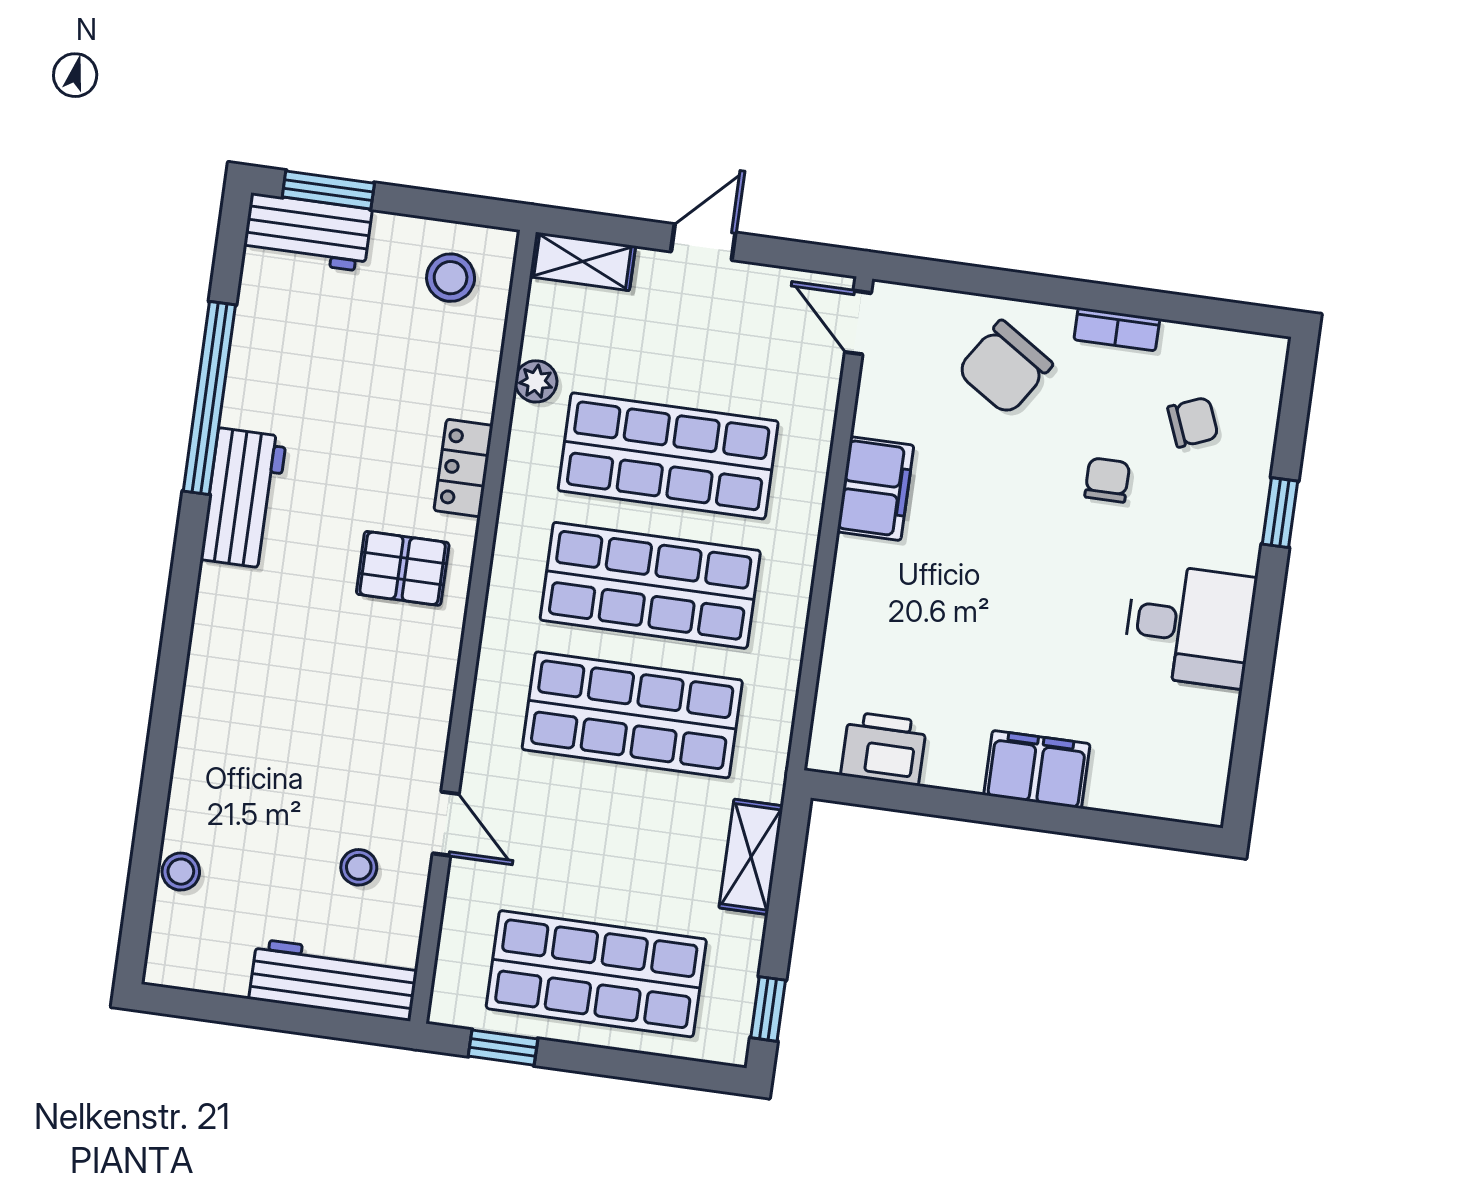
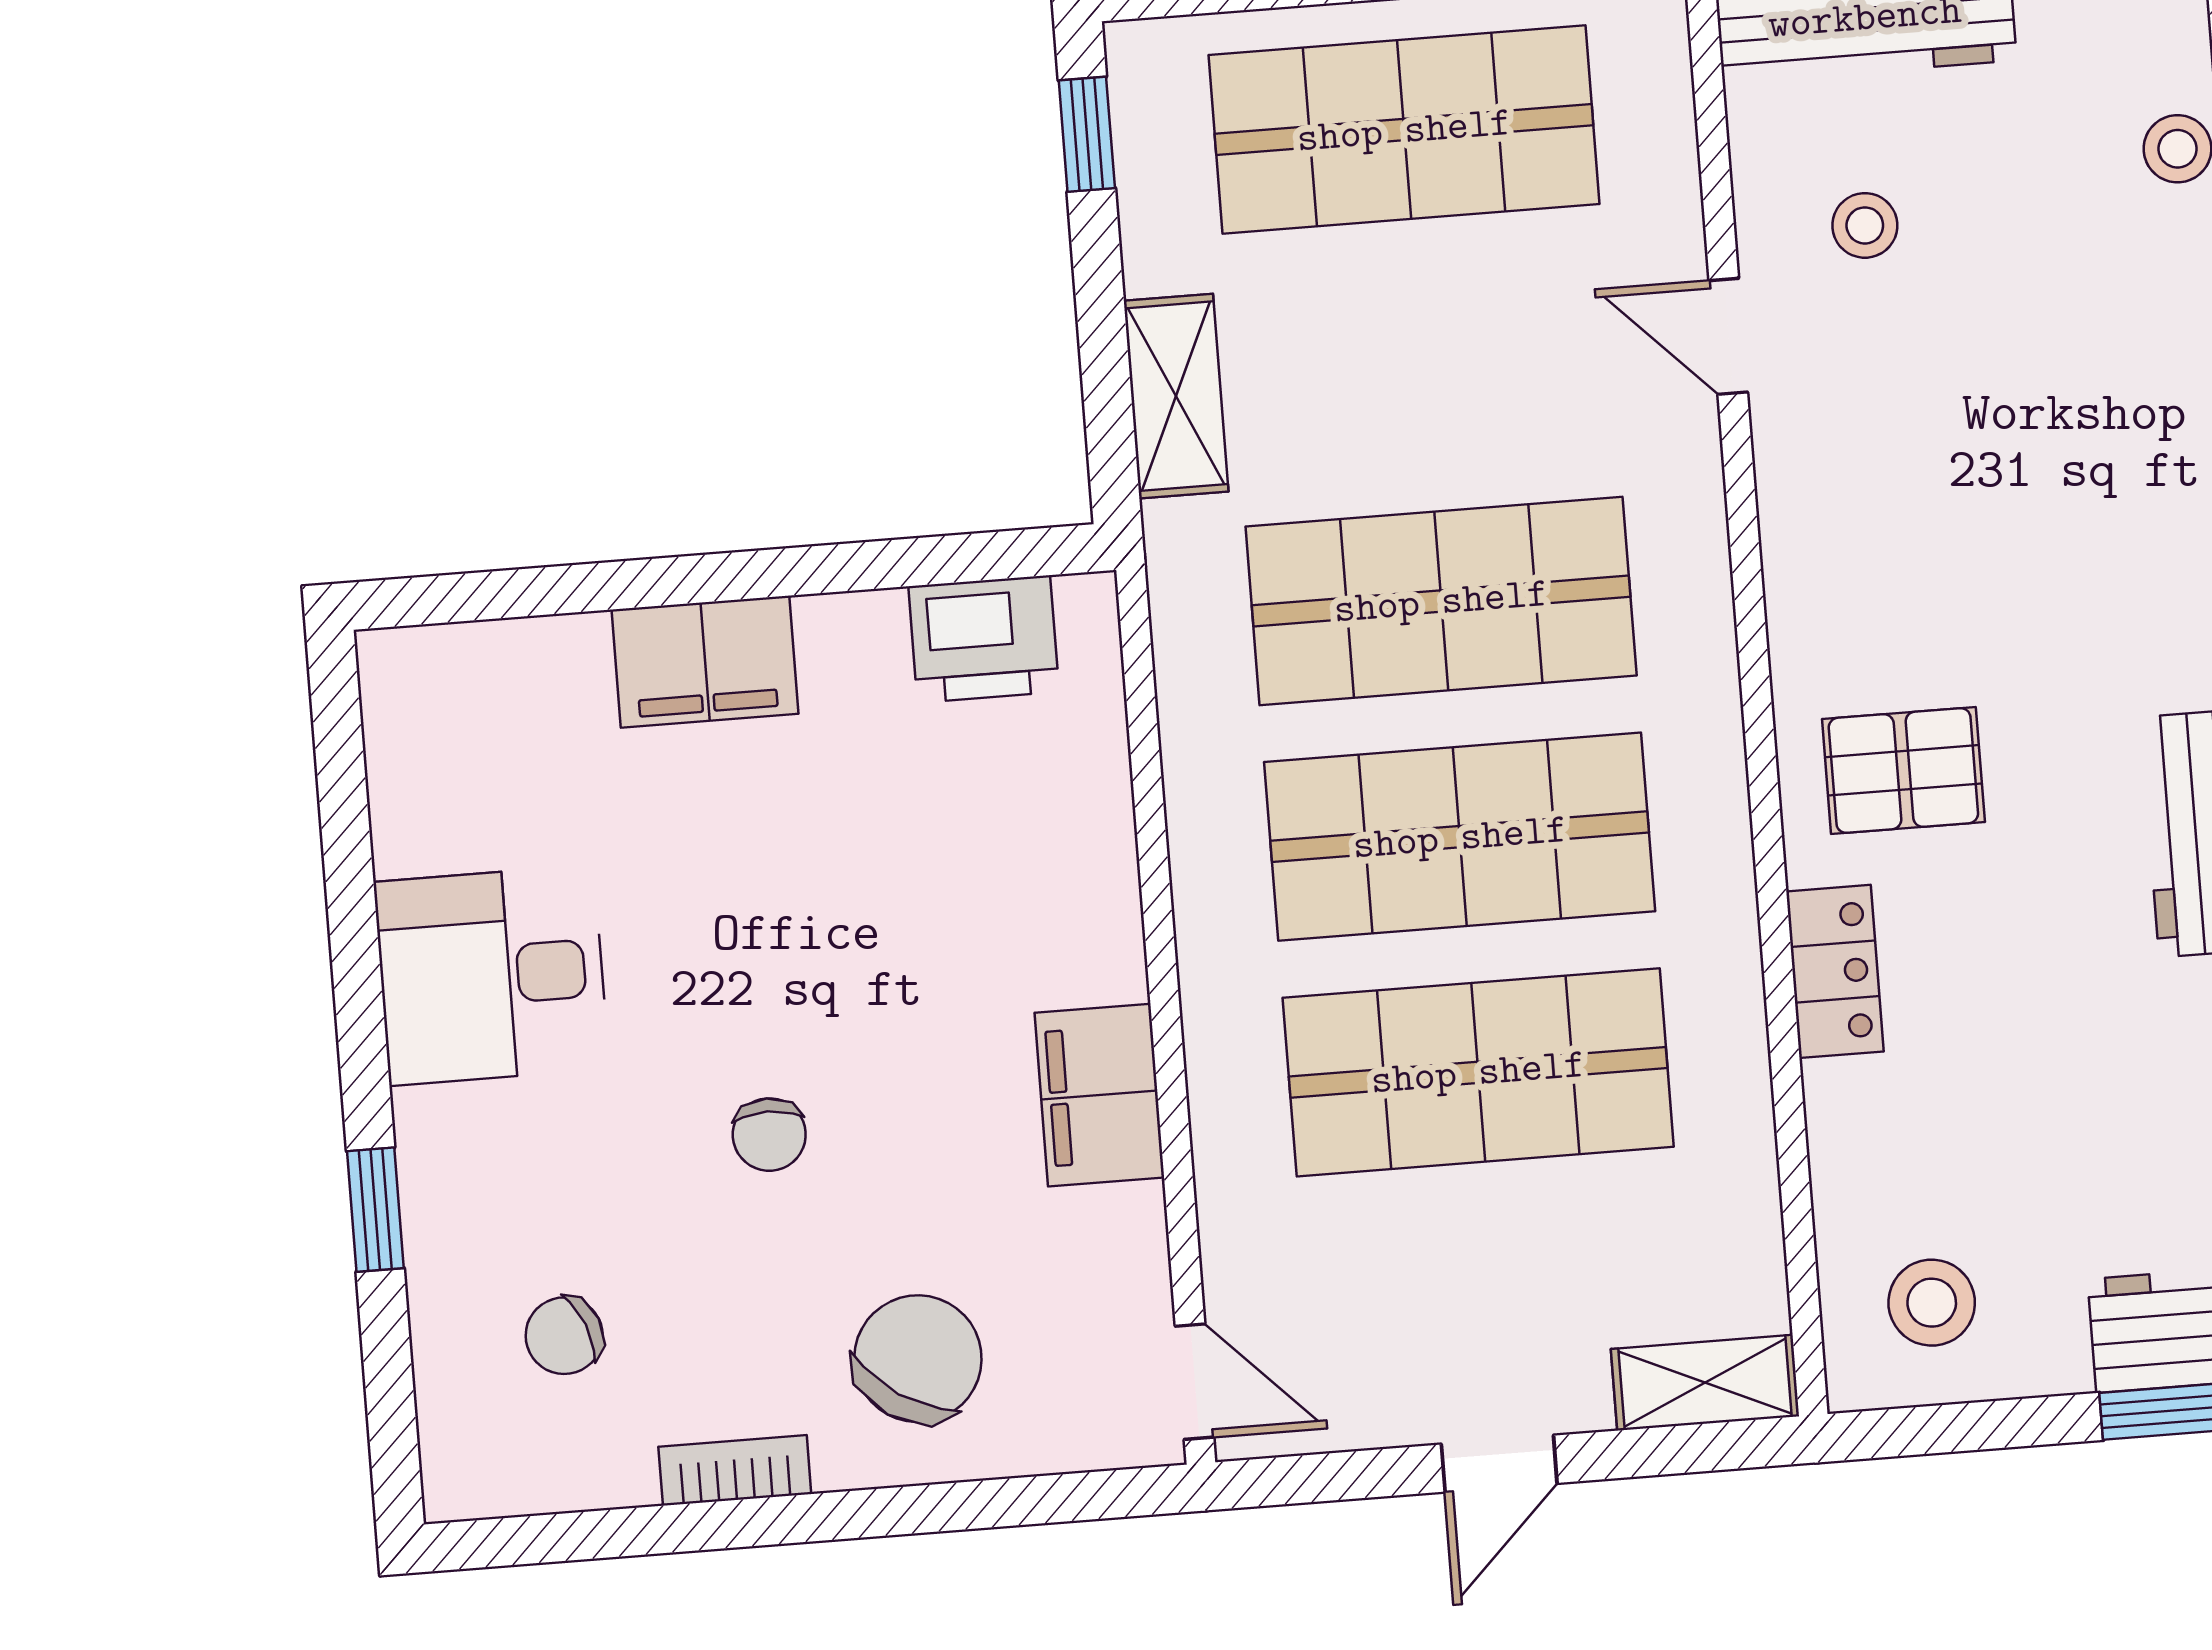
plant: (536, 381) -> (1741, 1153), removed
chair: (1107, 480) -> (769, 1135), moved

